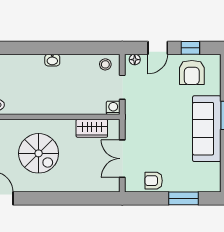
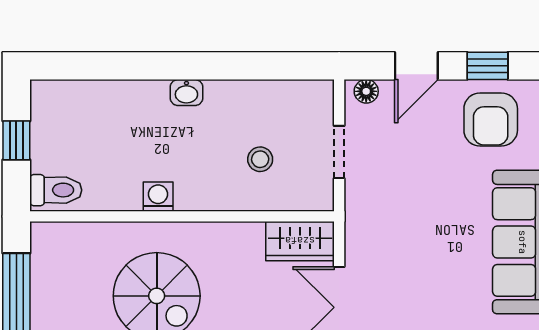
stool: (105, 64) -> (260, 159), moved
washing machine: (113, 108) -> (158, 197), moved
wardrobe: (92, 128) -> (300, 241), moved

